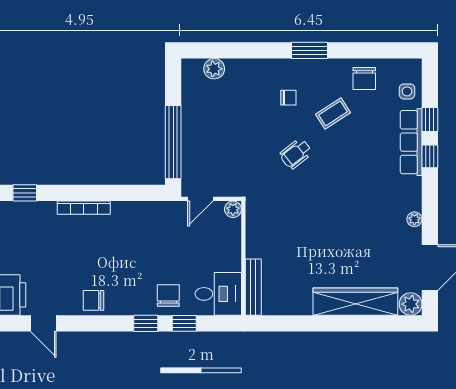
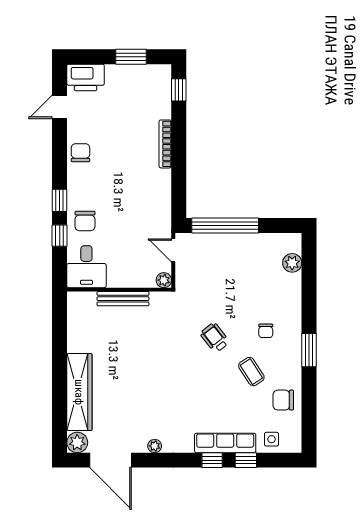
bench: (253, 287) -> (123, 299), moved
chair: (168, 296) -> (85, 221), turned 90

